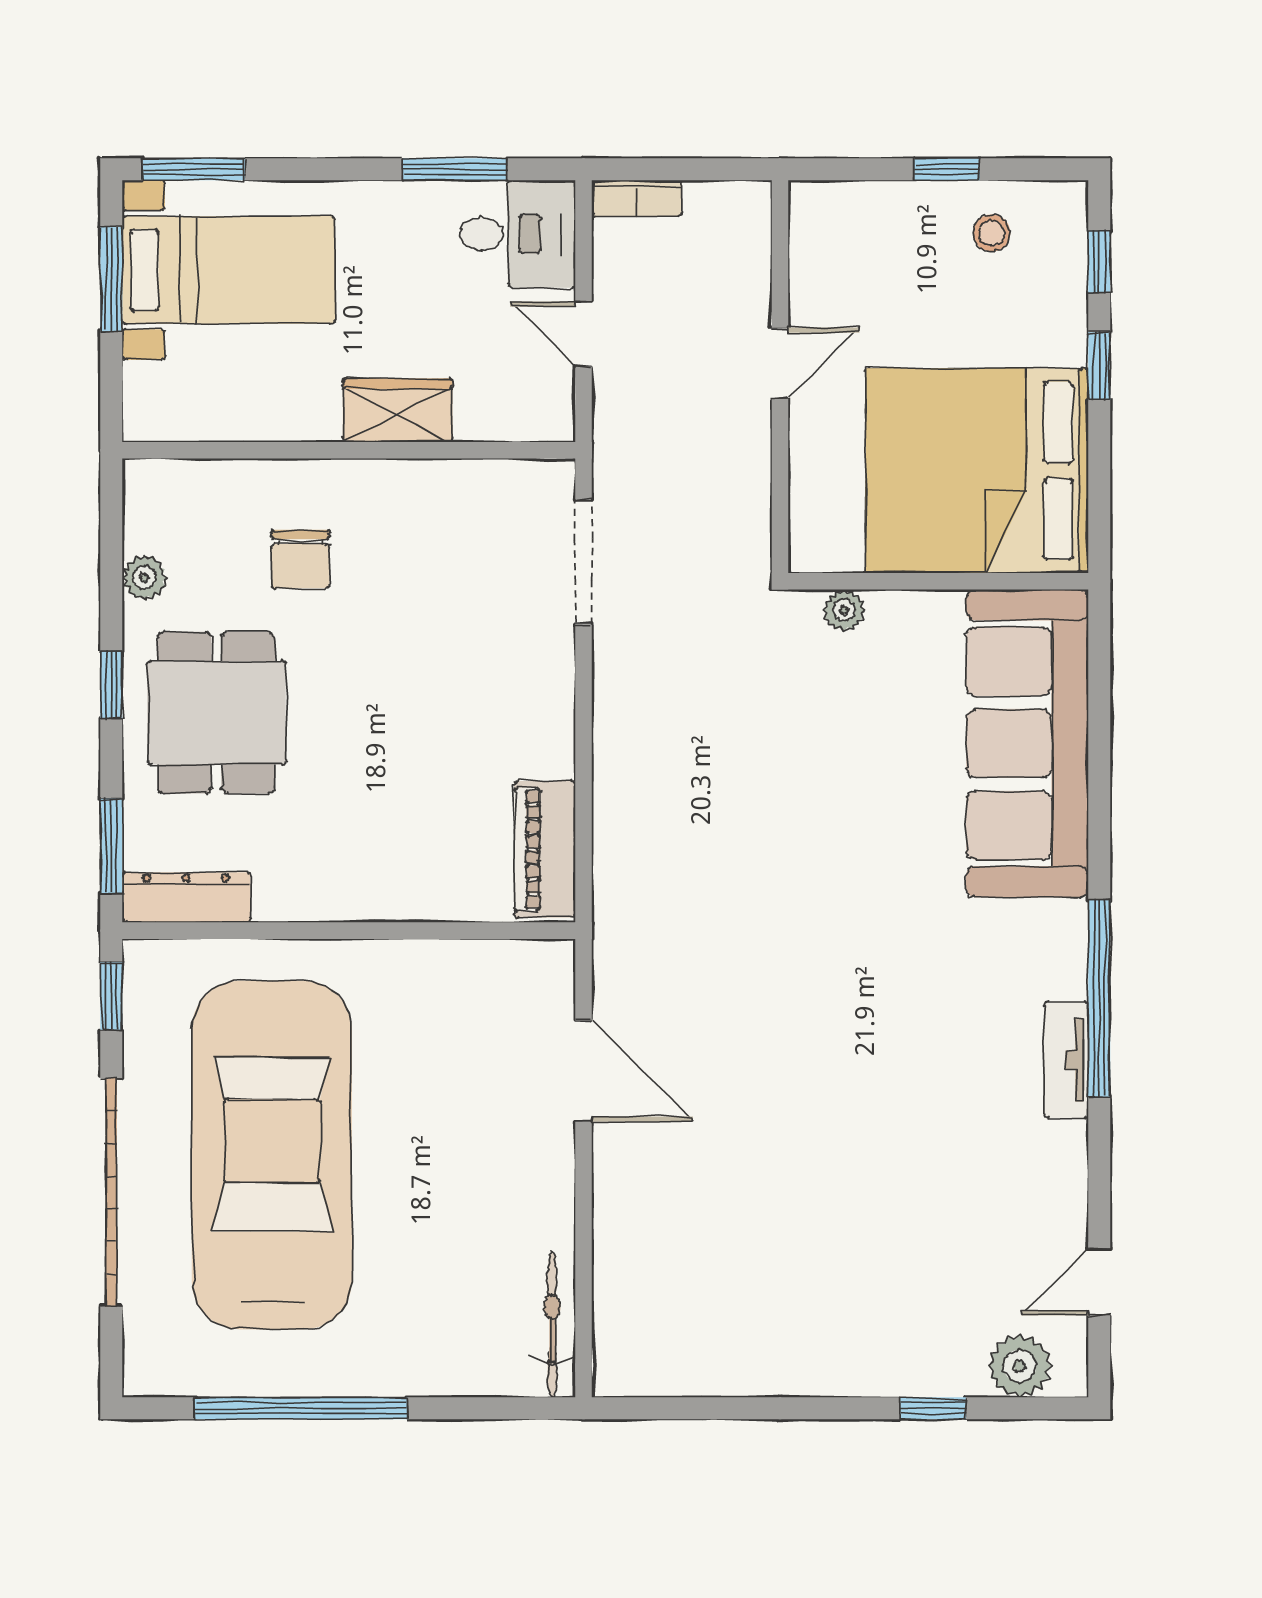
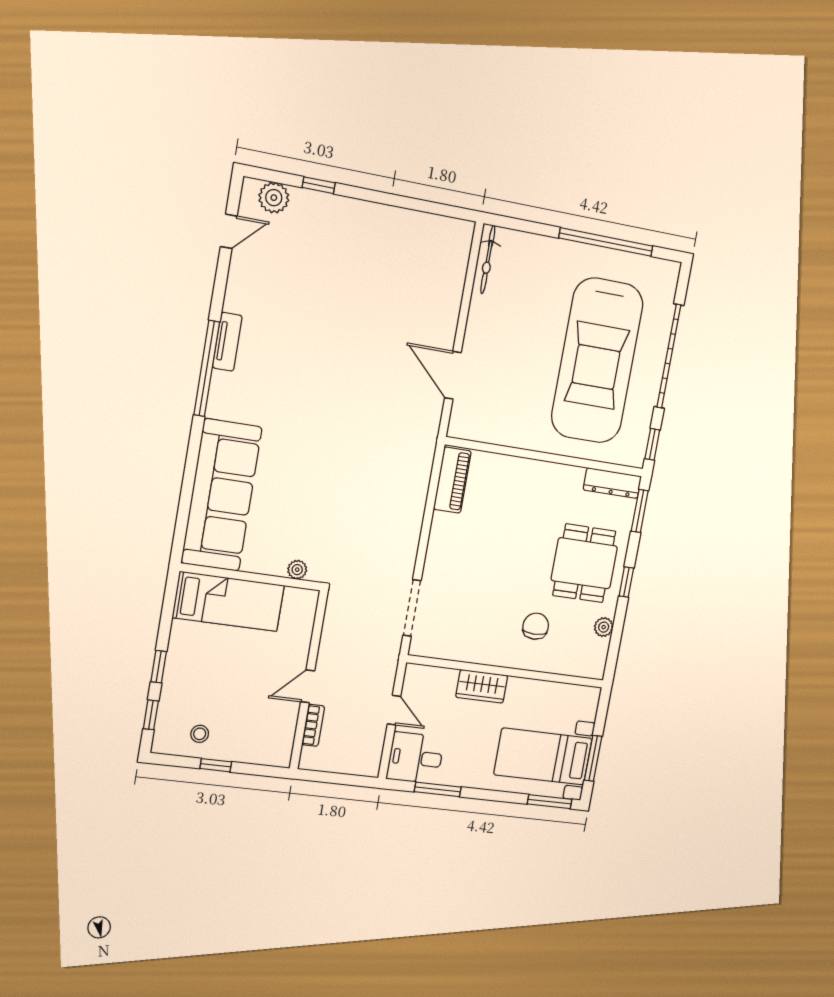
bookcase: (637, 198) -> (313, 725), moved, turned 90
bed: (977, 471) -> (228, 601), width x0.49

